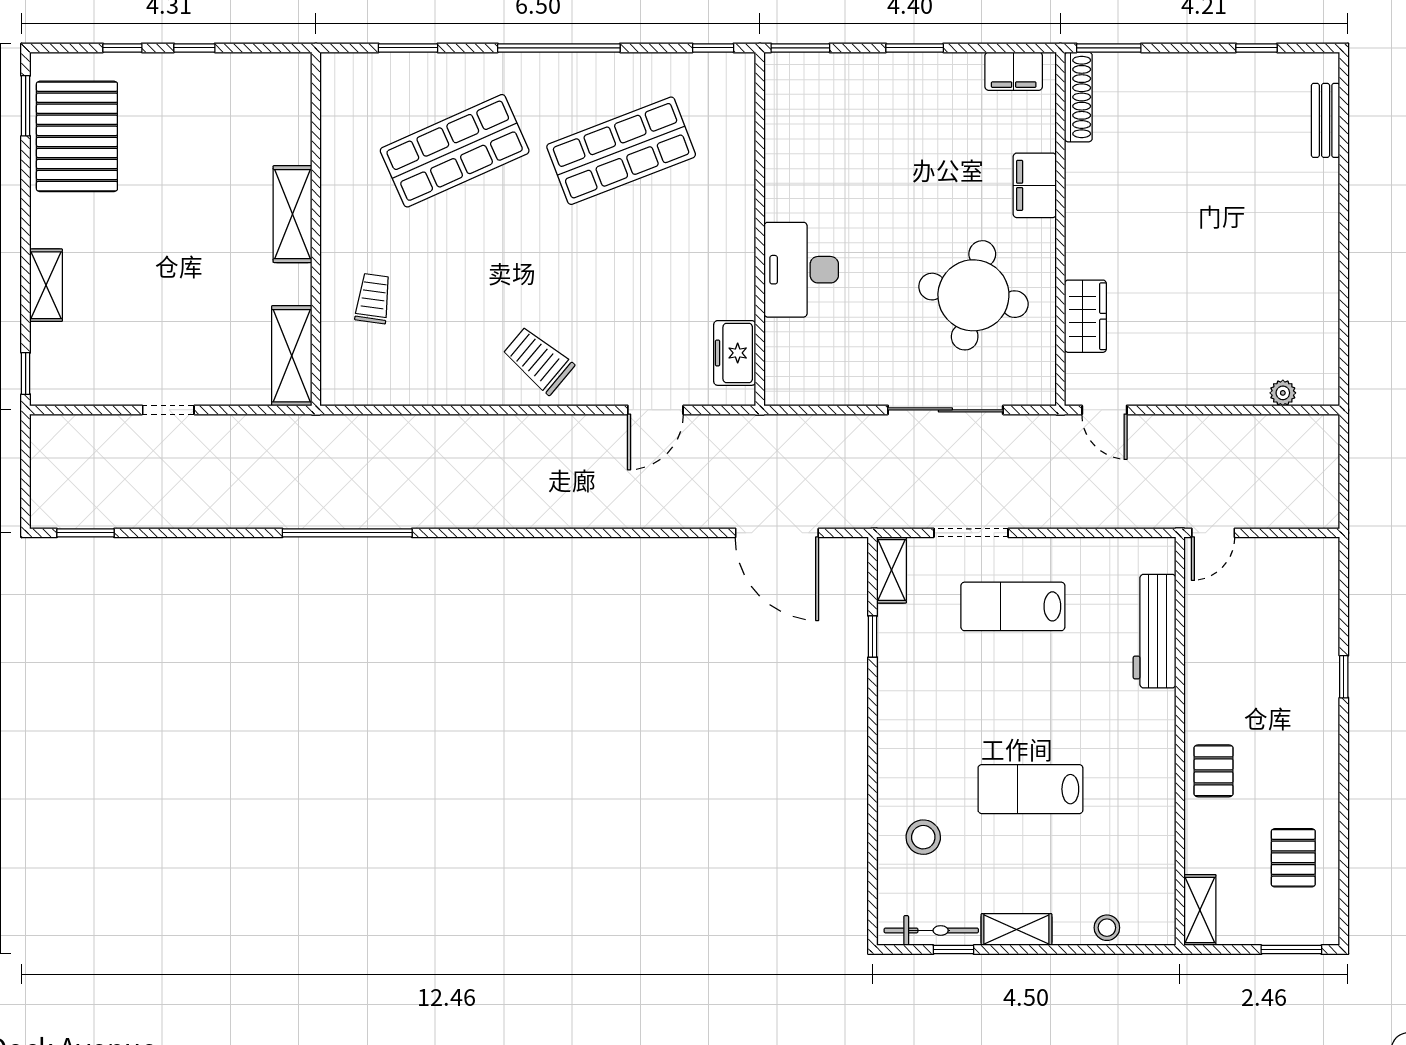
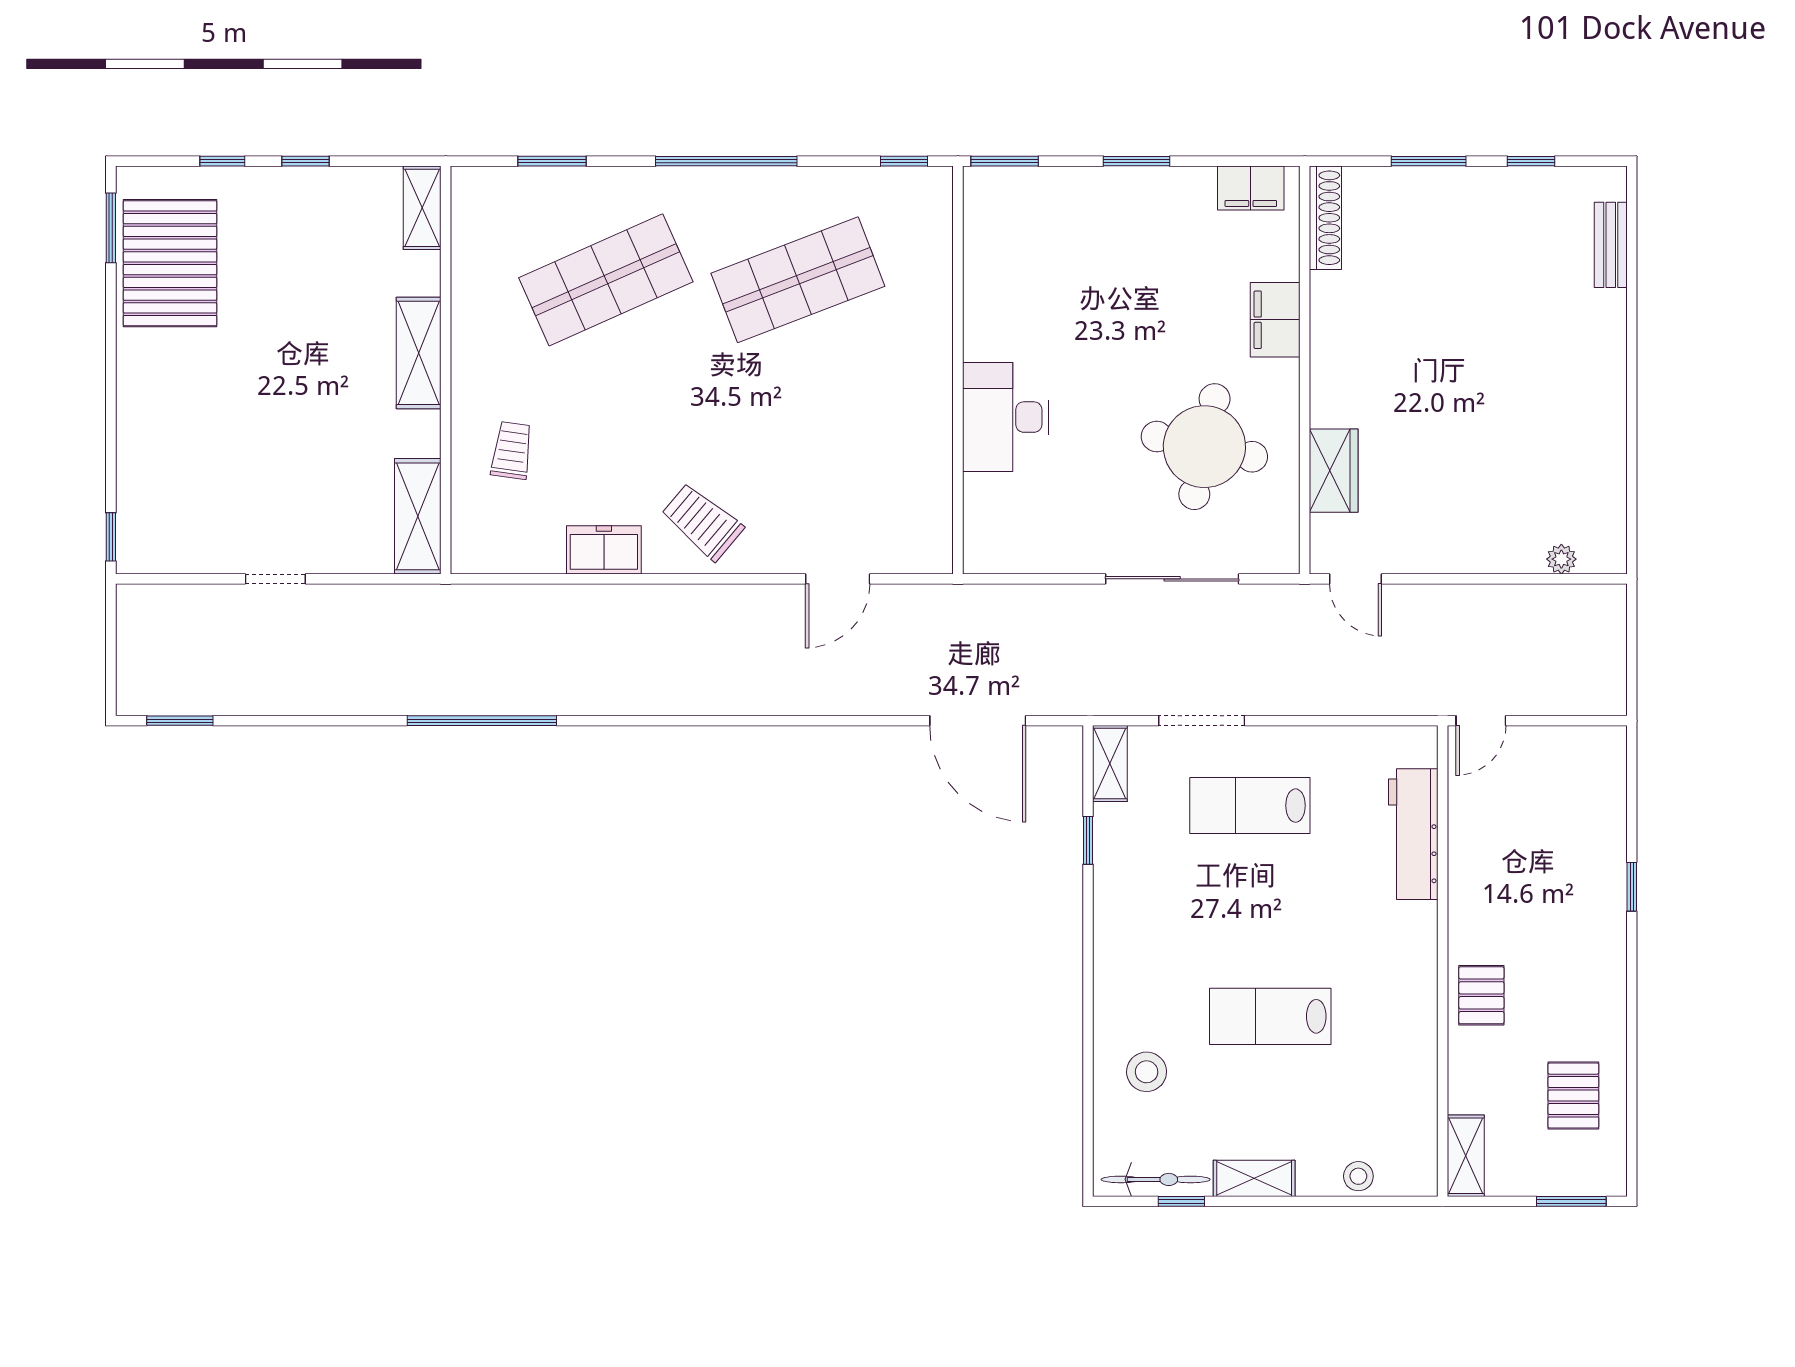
window: (1109, 48) -> (1429, 161), moved
shelving: (46, 285) -> (422, 208), moved
freezer: (735, 353) -> (604, 550), moved, turned 90

